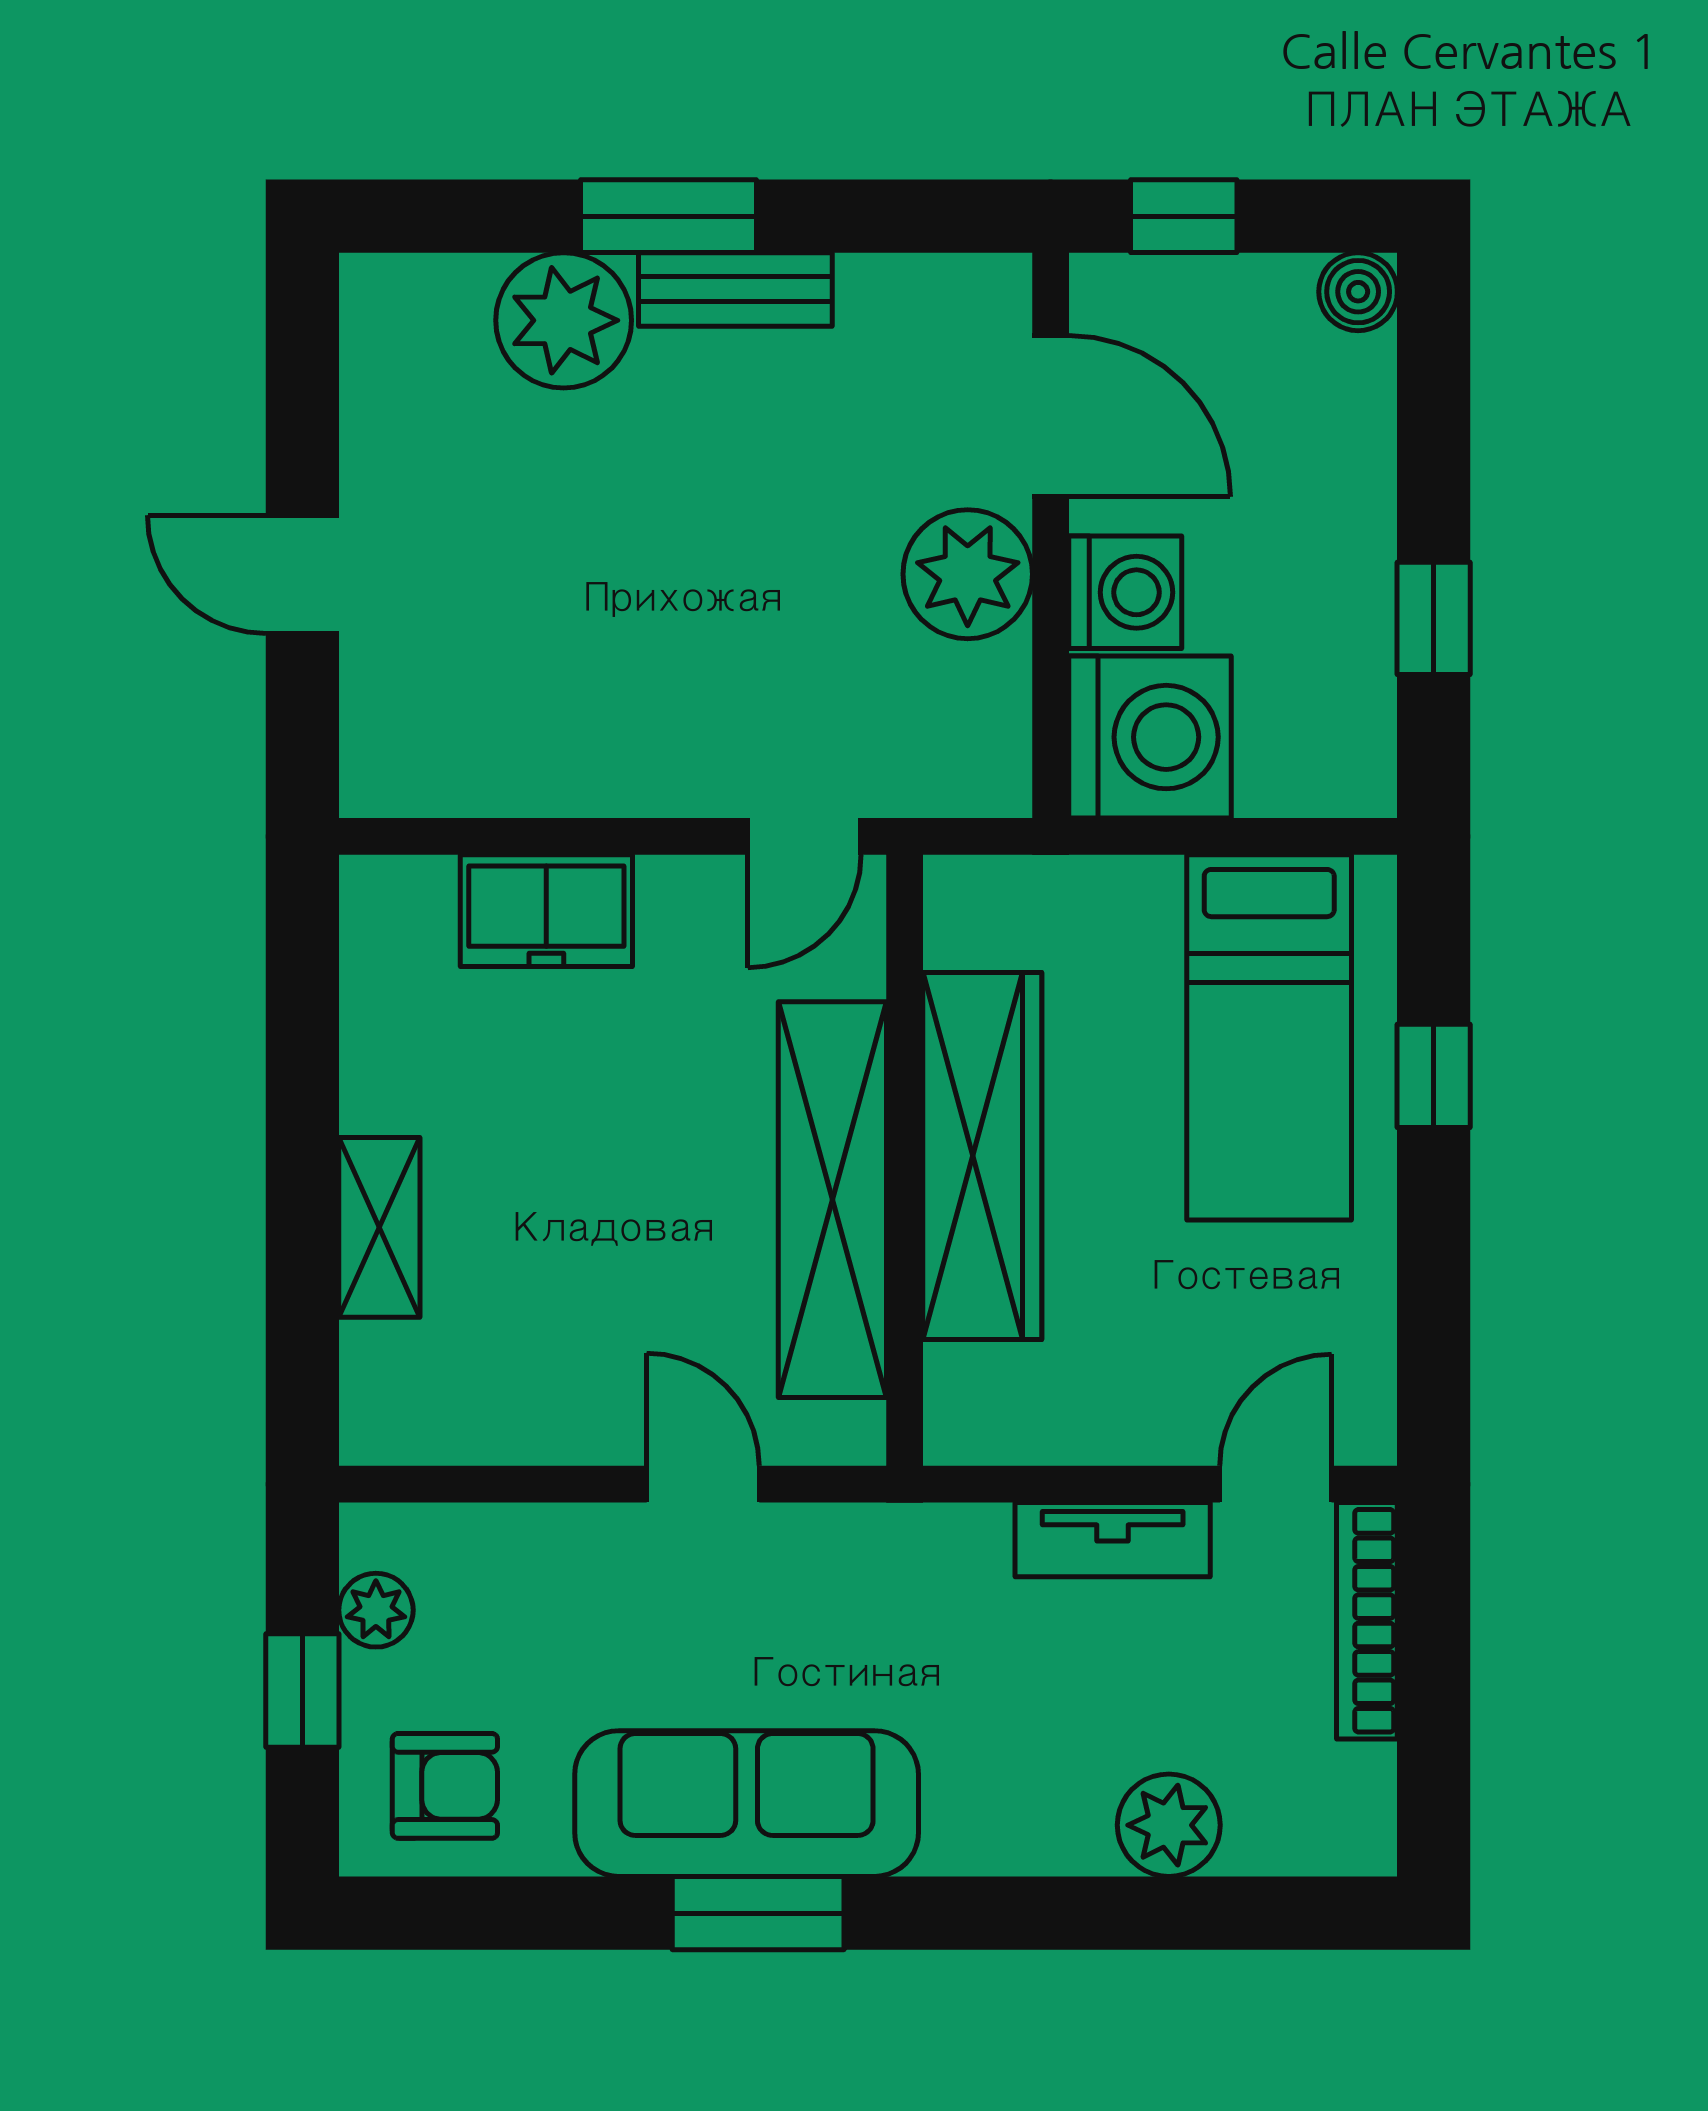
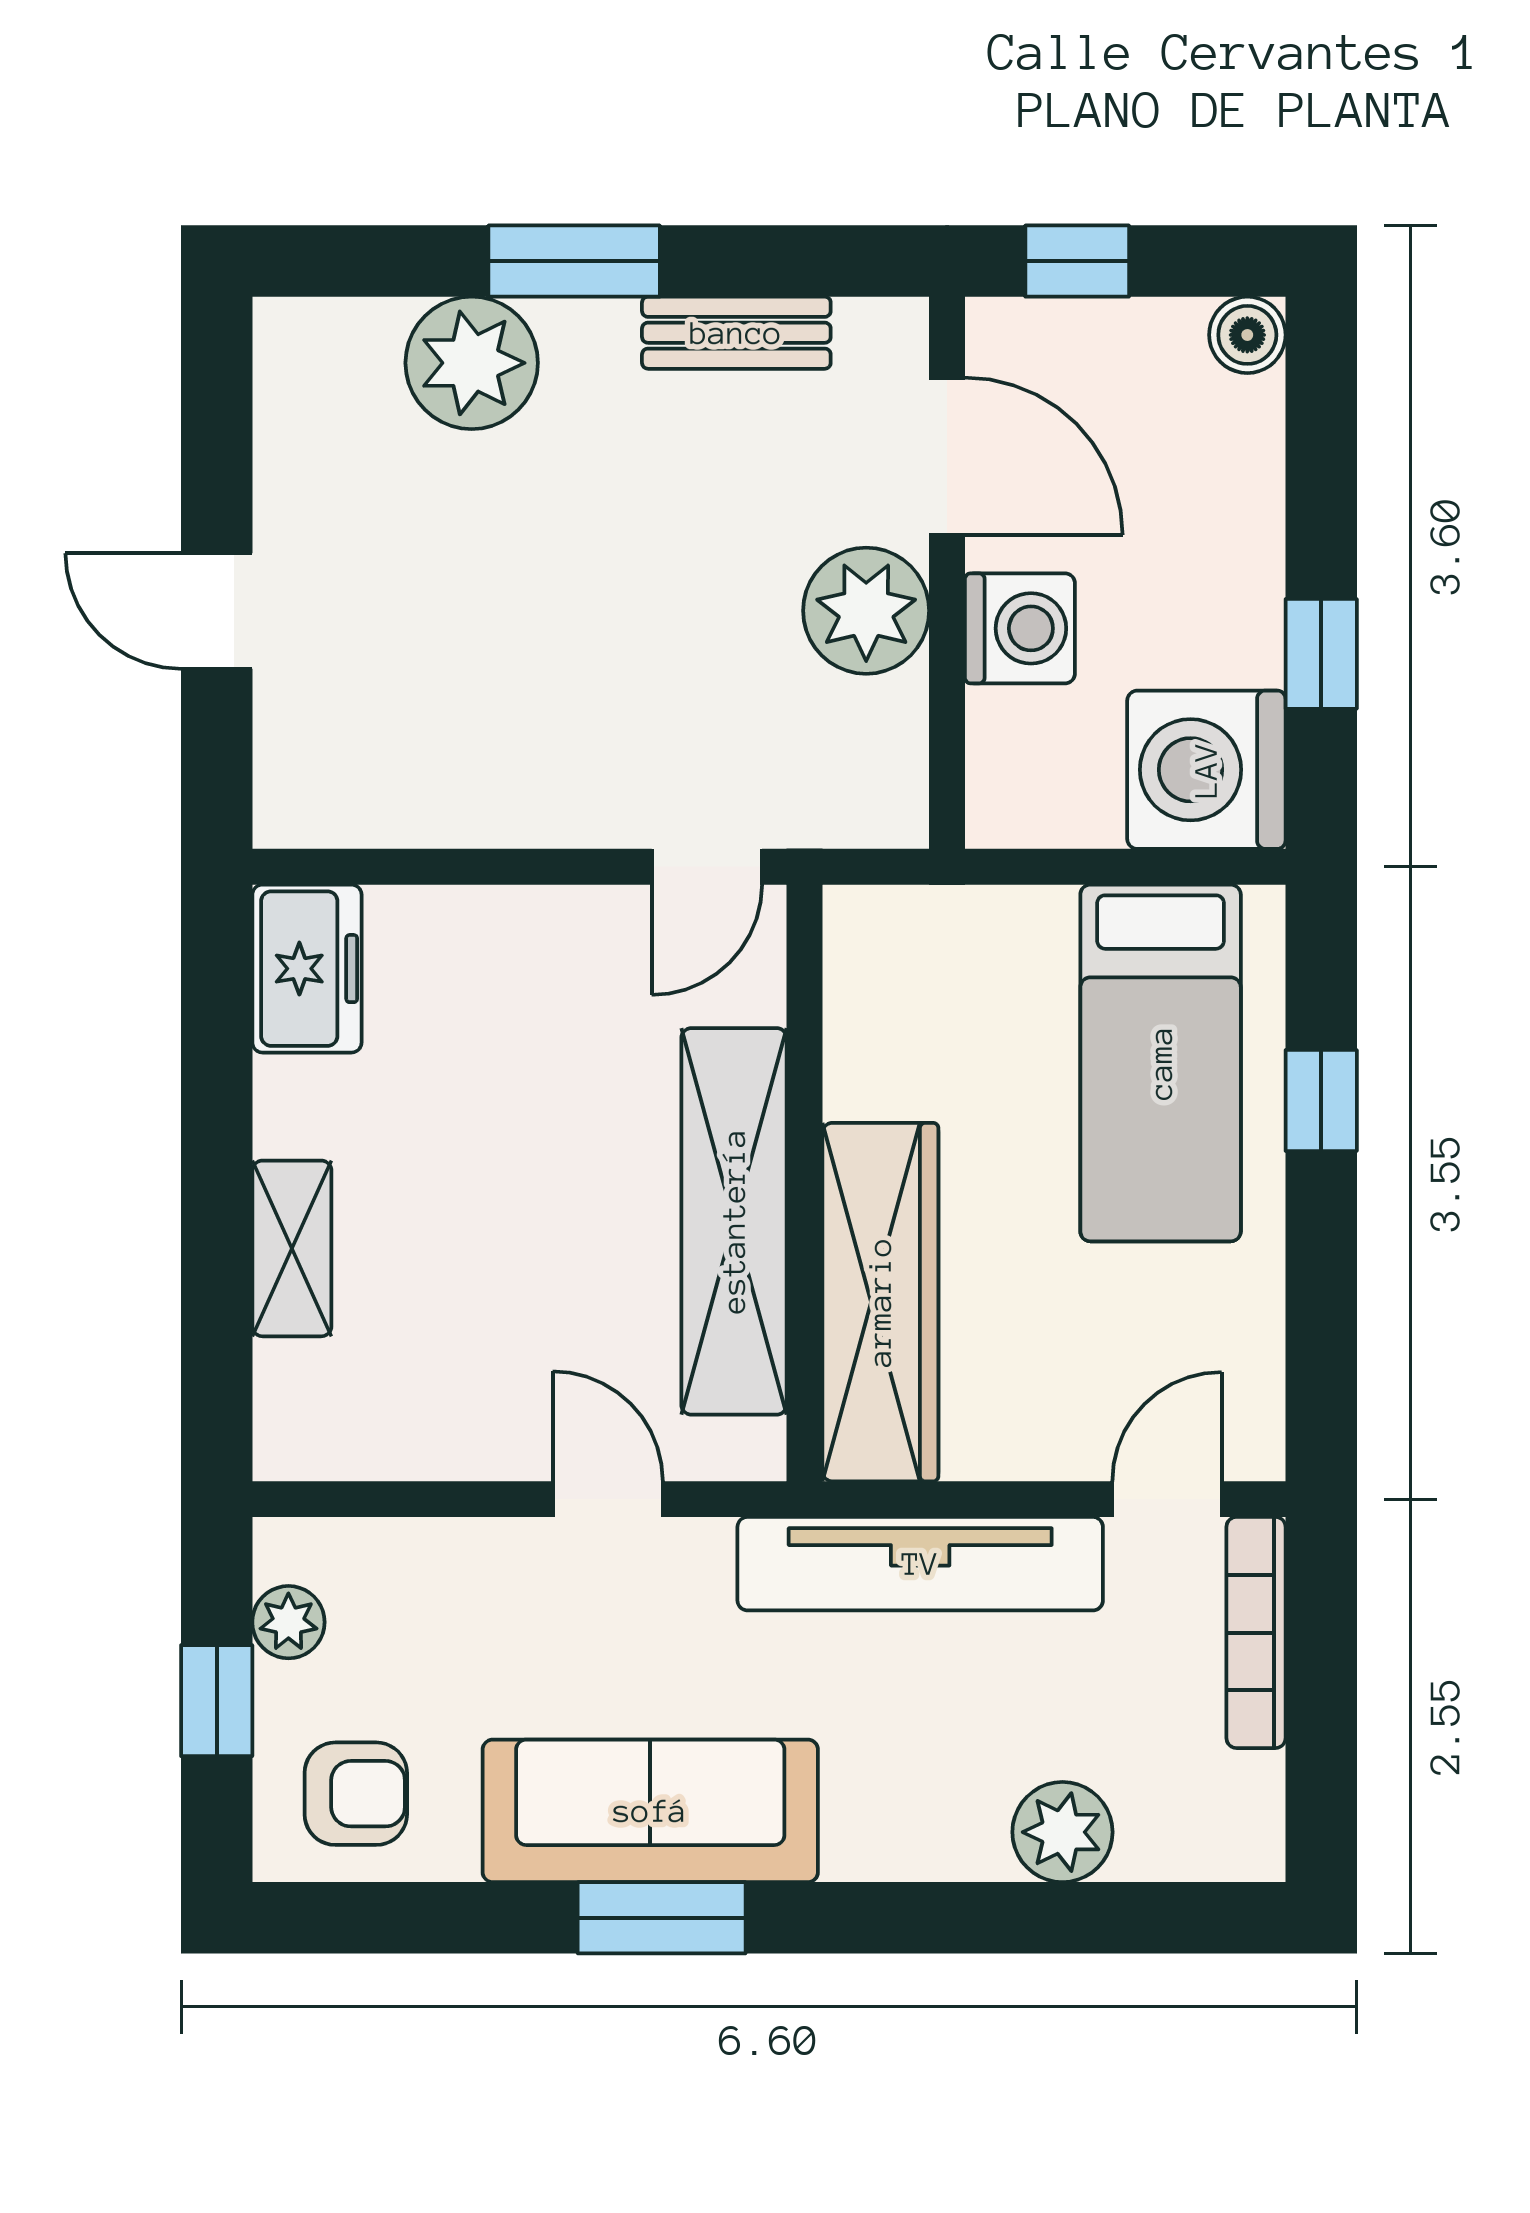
bench: (735, 289) -> (736, 333), moved
washing machine: (1150, 737) -> (1206, 770), moved, turned 180
freezer: (546, 911) -> (307, 969), moved, turned -90
wardrobe: (982, 1156) -> (880, 1302), moved
tv unit: (1113, 1540) -> (920, 1564), width x1.92, depth x1.29

